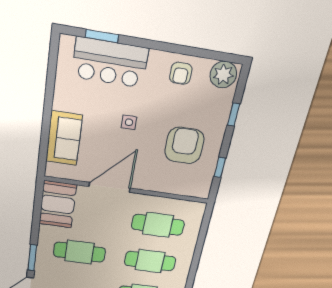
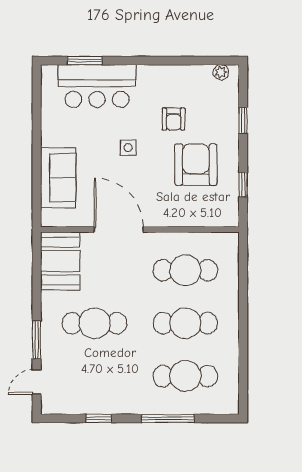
armchair: (181, 73) -> (174, 119), moved
plant: (223, 75) -> (221, 72), width x0.53, depth x0.53
door: (110, 187) -> (119, 230), hinge flipped

